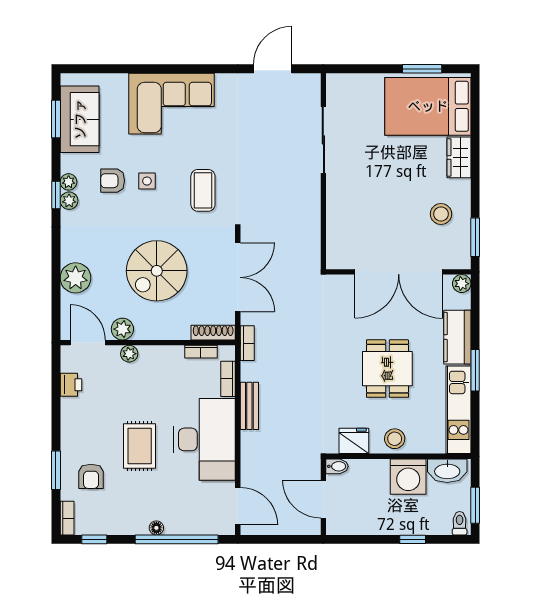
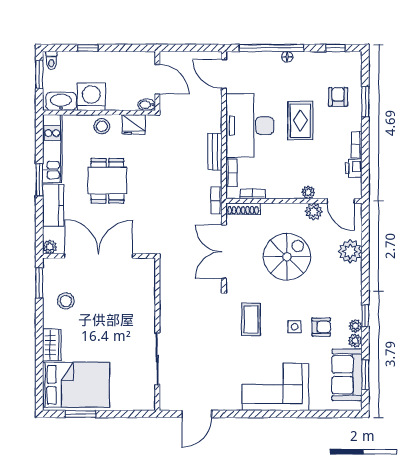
plant: (69, 201) -> (355, 341), moved
bookcase: (67, 518) -> (357, 145), moved

